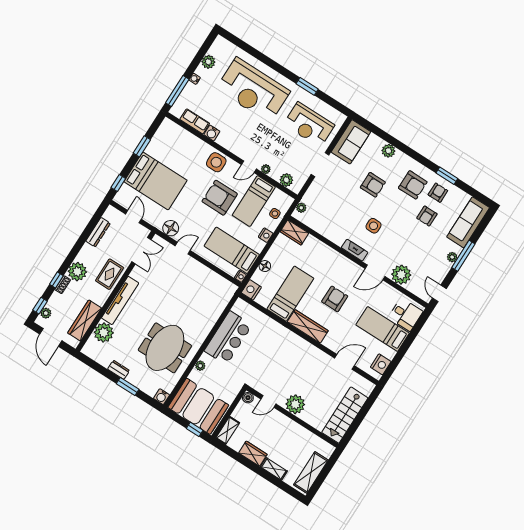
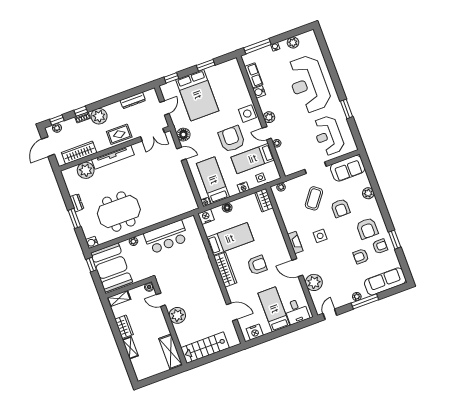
plant: (286, 180) -> (269, 117), moved
coffee table: (341, 195) -> (314, 198), added
window: (195, 429) -> (91, 265), moved
shelving: (311, 472) -> (171, 352), moved, turned 90

